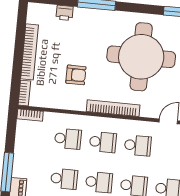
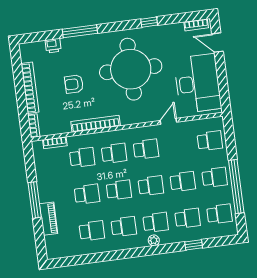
armchair: (76, 75) -> (74, 84), moved, turned 180
bookcase: (113, 108) -> (96, 124), moved
bookcase: (30, 115) -> (55, 143), moved

